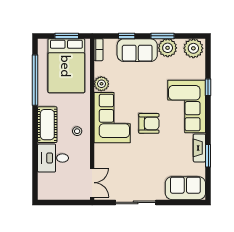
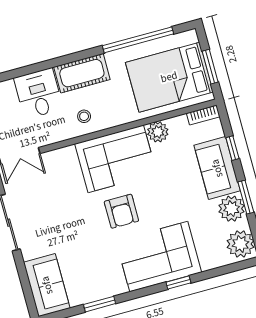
window: (208, 87) -> (178, 282), moved
fireplace: (199, 148) -> (107, 289), removed

